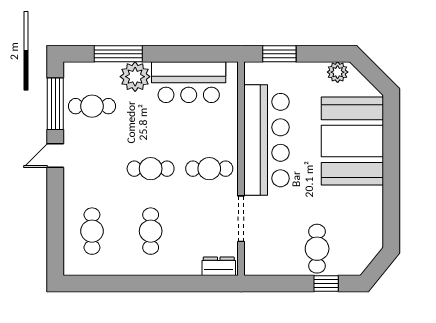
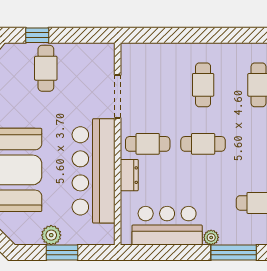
window: (279, 54) -> (62, 253), moved
plant: (338, 72) -> (51, 235), moved
plant: (135, 77) -> (211, 237), width x0.53, depth x0.53
dresser: (219, 266) -> (129, 175), moved, turned -90

